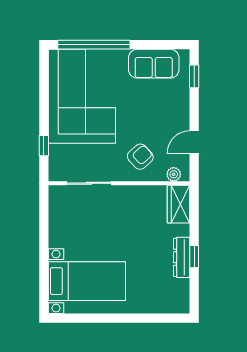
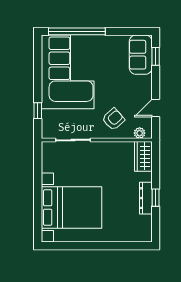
sofa: (154, 64) -> (141, 55), moved, turned 90
bed with nightstands: (87, 281) -> (71, 208), width x1.36

